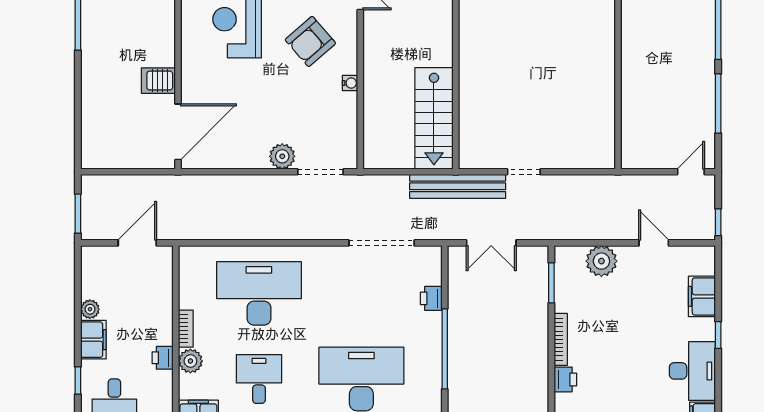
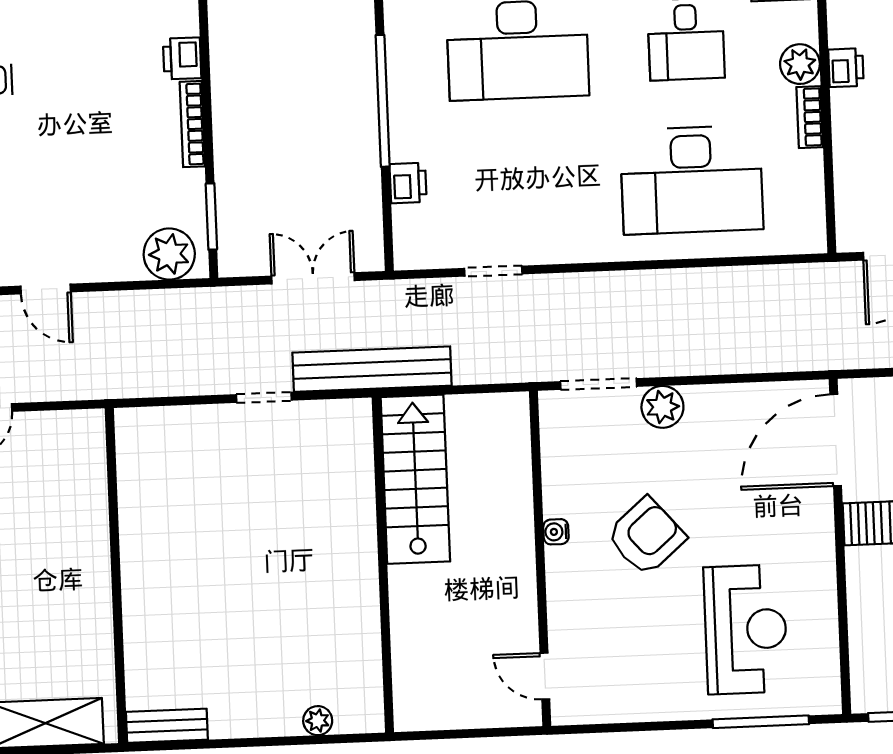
armchair: (310, 42) -> (646, 536), moved
doorway: (382, 243) -> (493, 271), width x0.53
plant: (601, 261) -> (169, 254), moved

